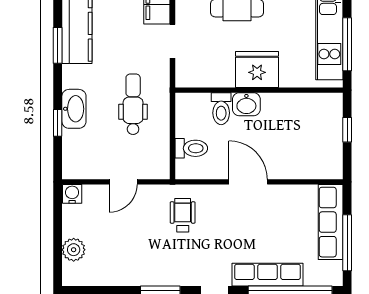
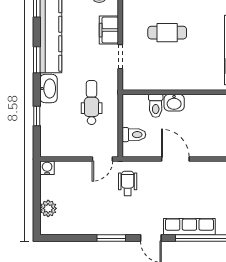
fridge: (257, 69) -> (182, 77), removed
washbasin: (74, 109) -> (48, 89), moved
door: (123, 182) -> (102, 159), moved

